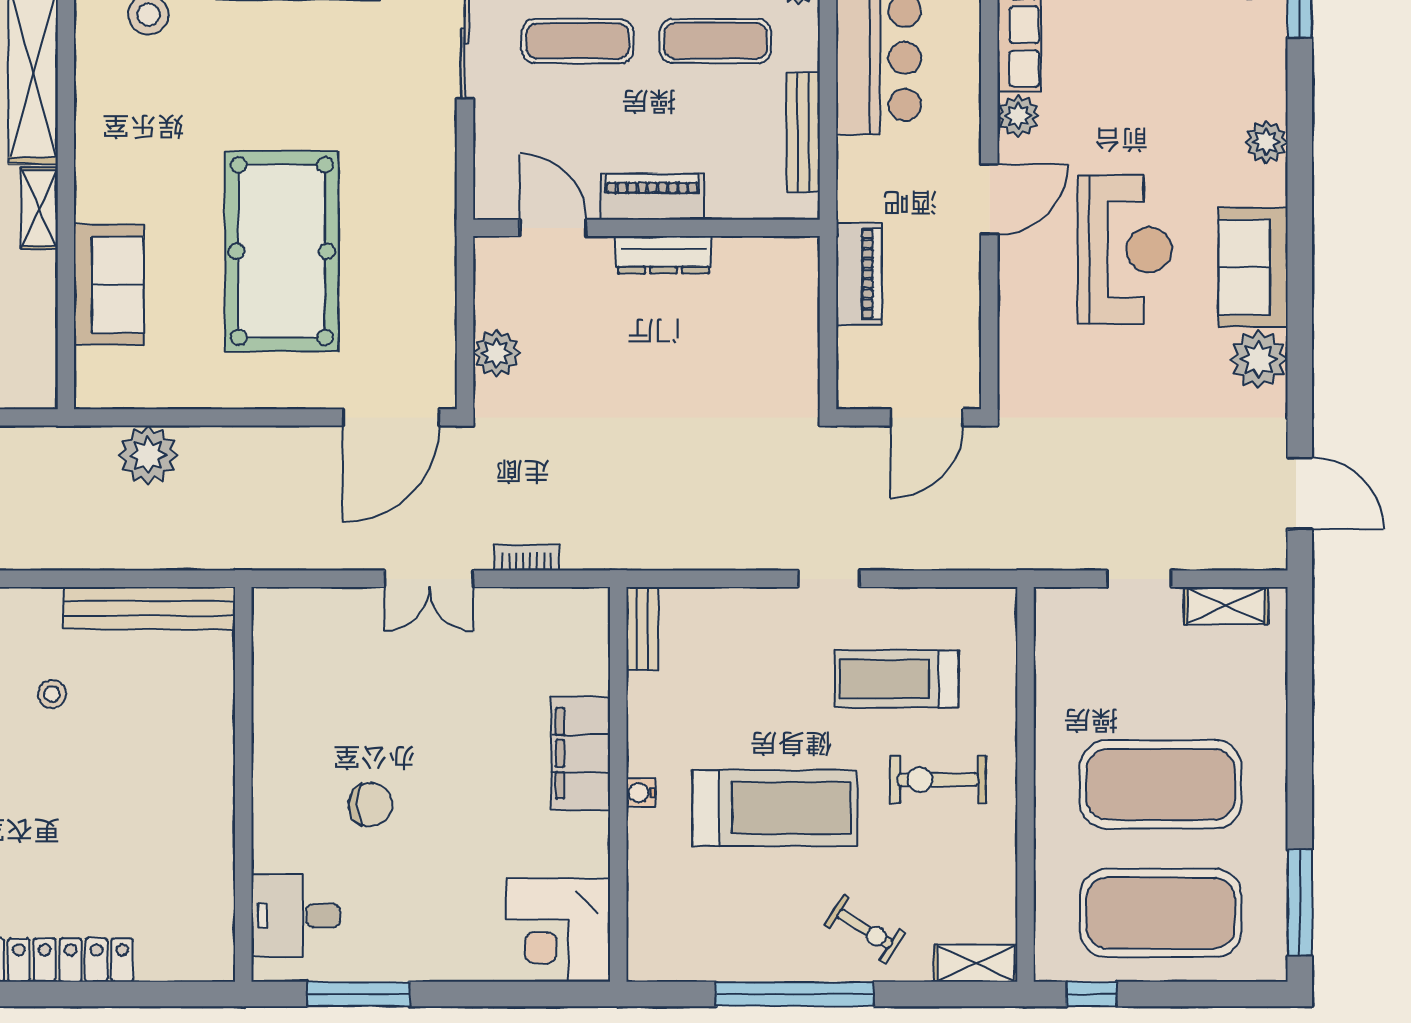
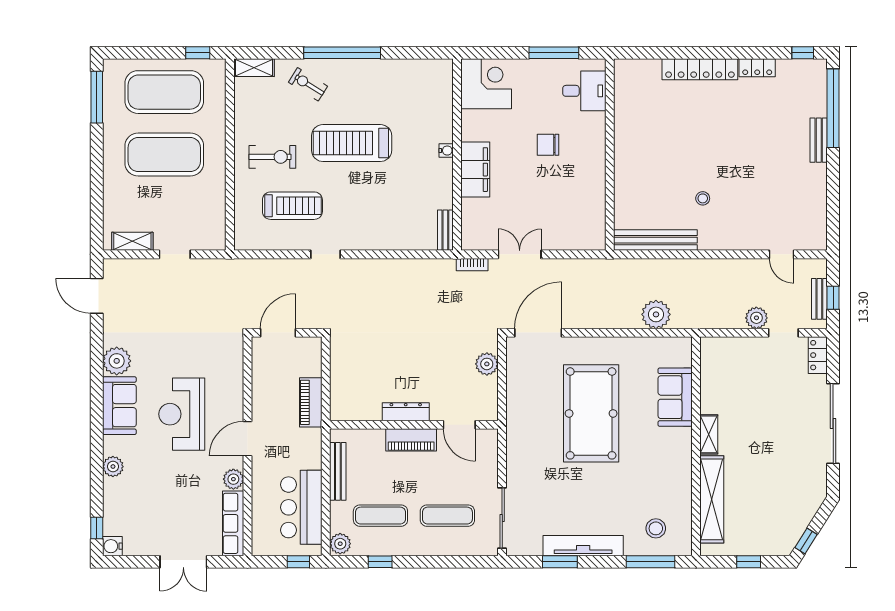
bench: (642, 629) -> (445, 230), moved
filing cabinet: (581, 753) -> (475, 170), moved
wall: (618, 784) -> (457, 155), moved
water cooler: (641, 793) -> (446, 151), moved
corner desk: (558, 930) -> (486, 84), moved

